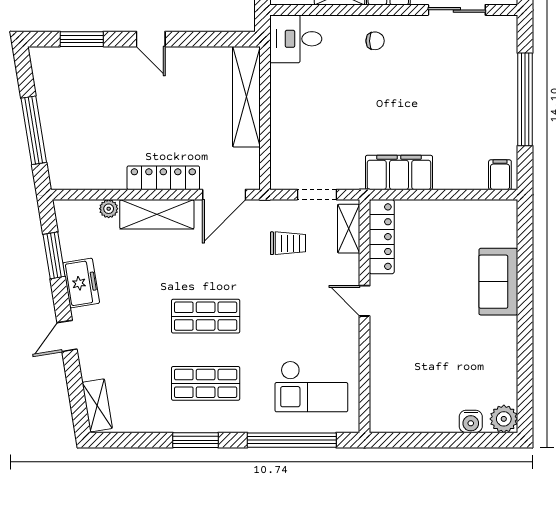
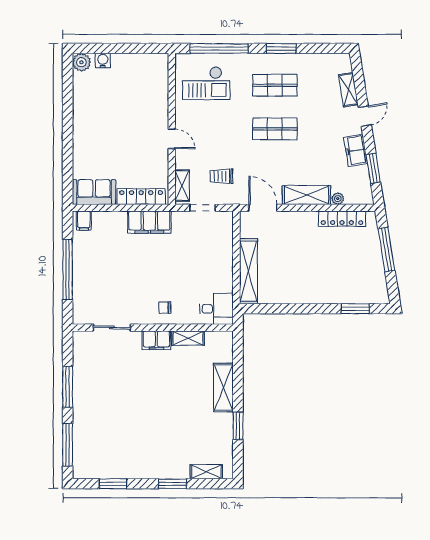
door: (151, 39) -> (310, 309), removed
locker: (163, 178) -> (342, 219), moved
door: (224, 195) -> (263, 208), hinge flipped
locker: (382, 237) -> (141, 197), moved, turned 90
sofa: (498, 282) -> (94, 192), moved, turned -90
checkout: (311, 386) -> (206, 83), turned 180
shelving: (97, 405) -> (348, 90), moved

